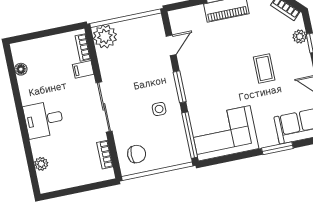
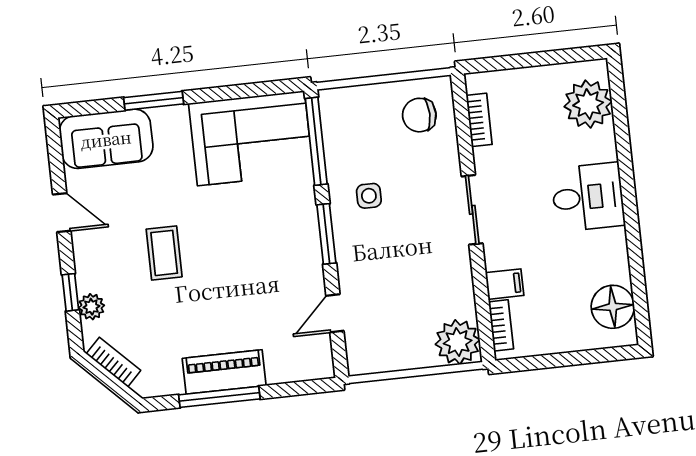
floor lamp: (21, 69) -> (613, 307), width x1.89, depth x1.89
sliding door: (104, 107) -> (472, 210), width x0.73
plant: (41, 164) -> (588, 104), width x1.88, depth x1.88

